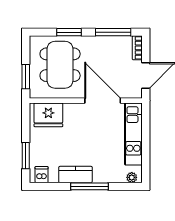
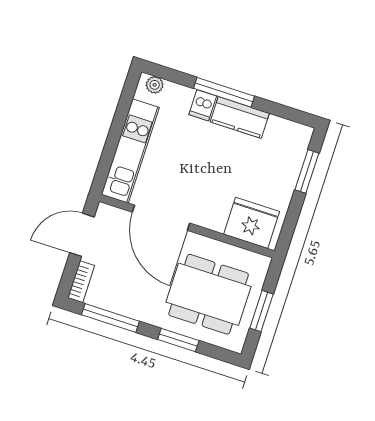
dining table: (60, 65) -> (209, 294), turned 90
window: (26, 77) -> (262, 311), moved
dishwasher: (42, 175) -> (203, 105), moved

